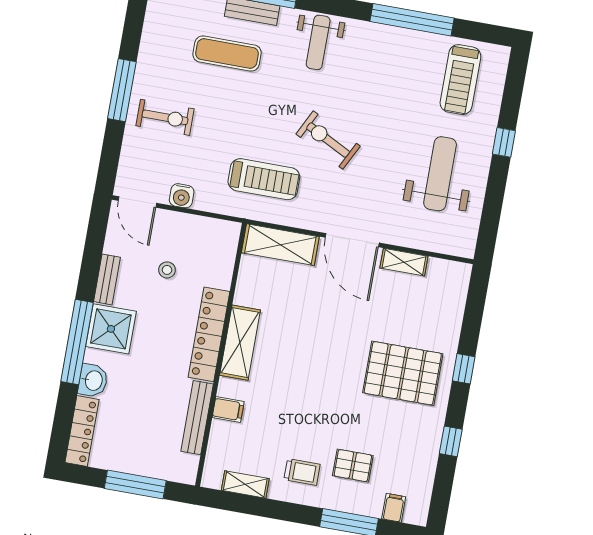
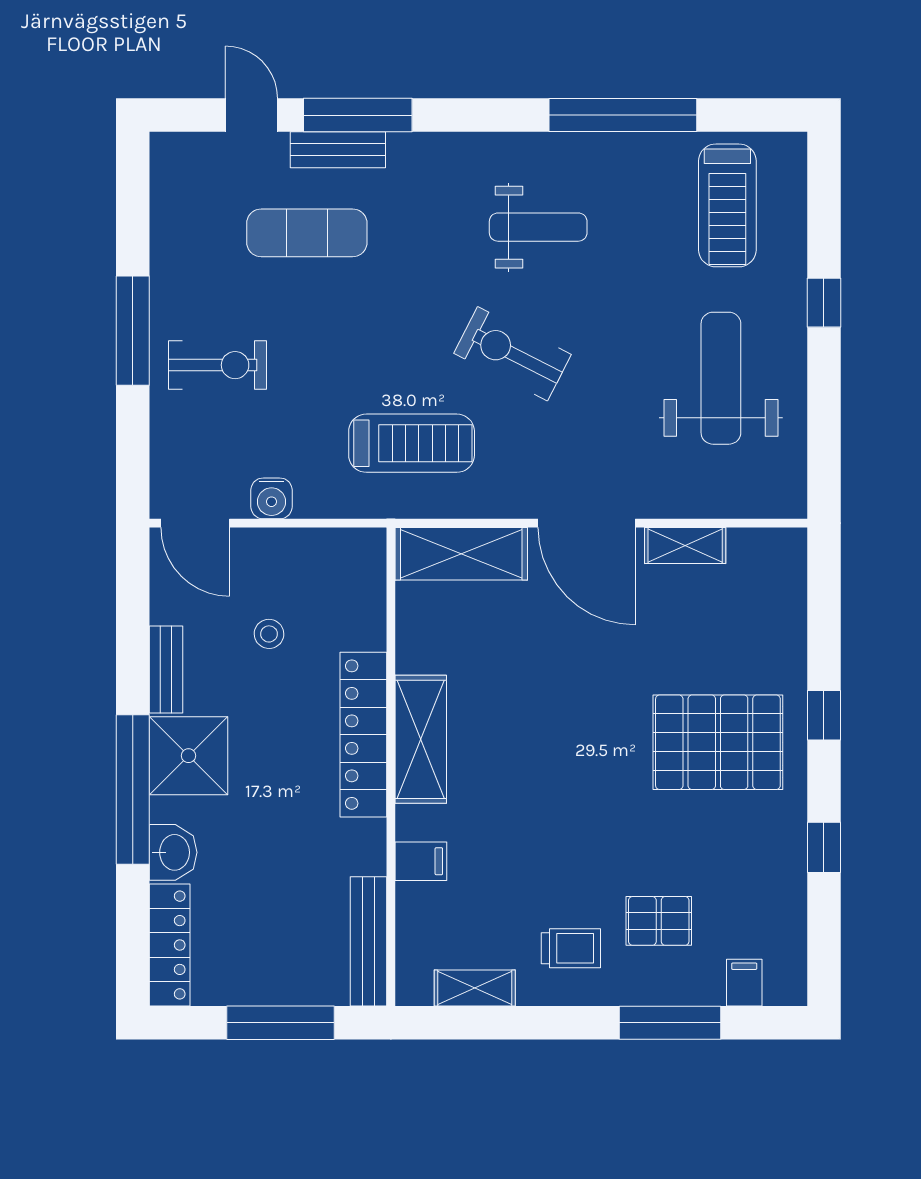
weight bench: (318, 42) -> (538, 227), moved, turned -90
bench: (197, 418) -> (369, 941), moved

